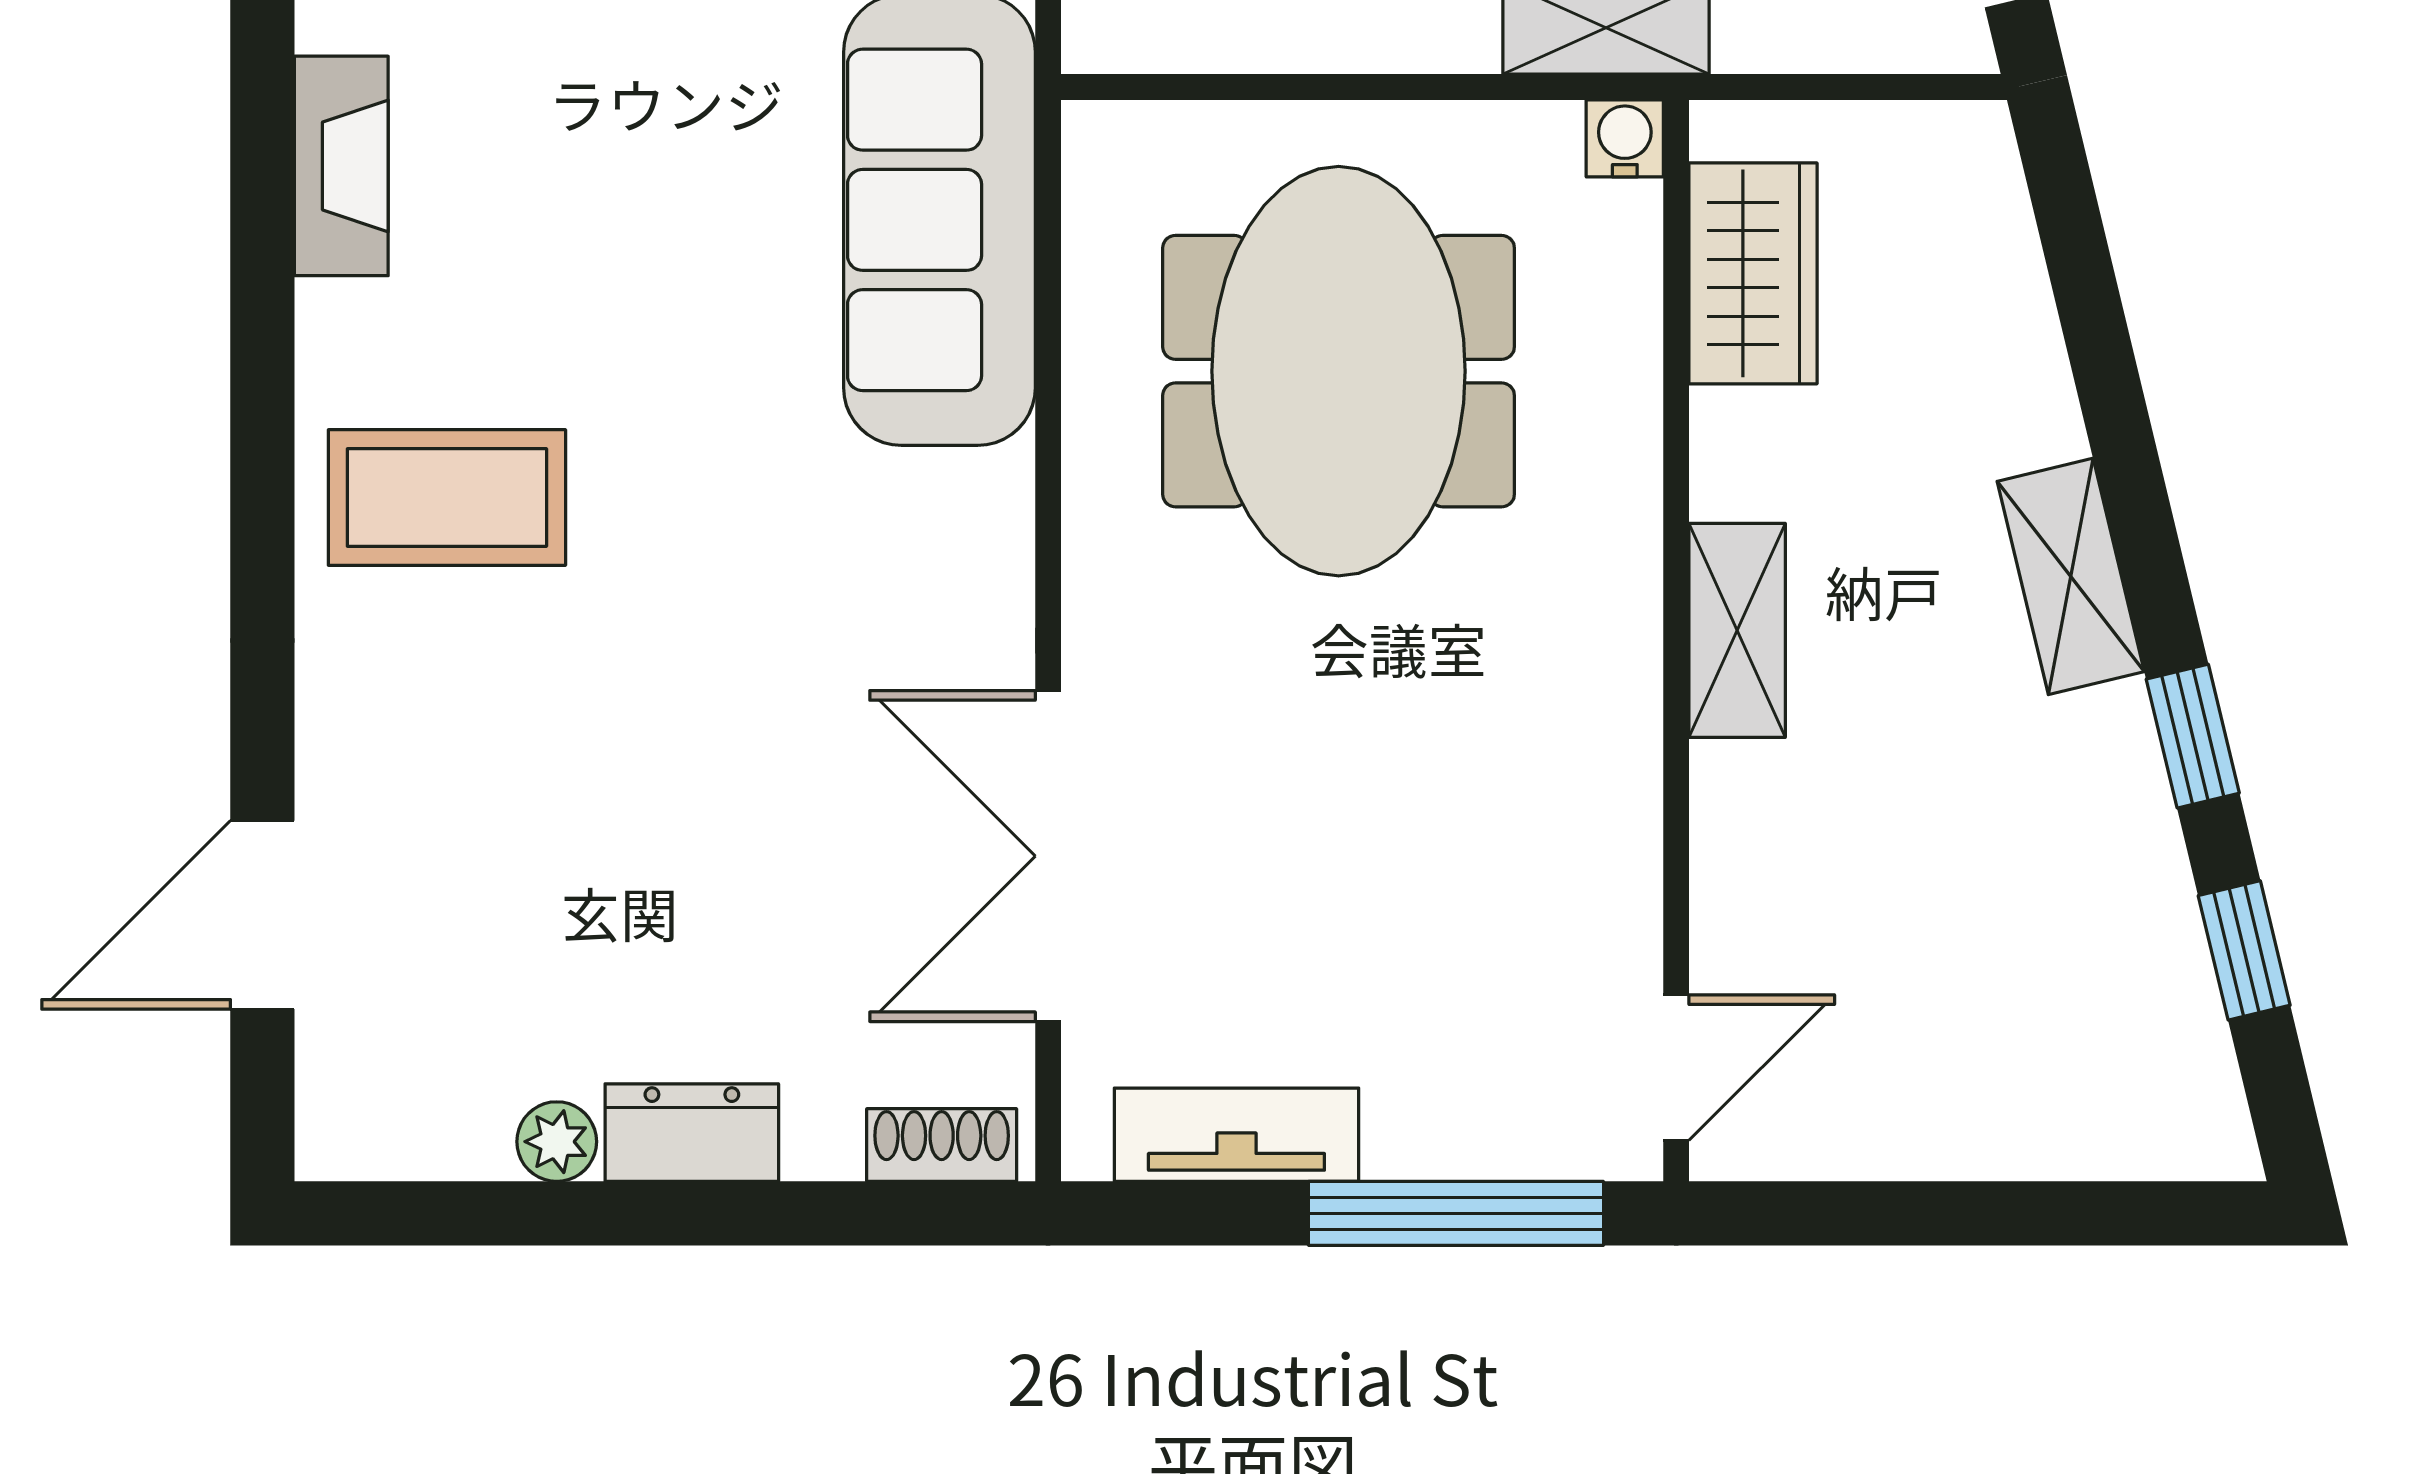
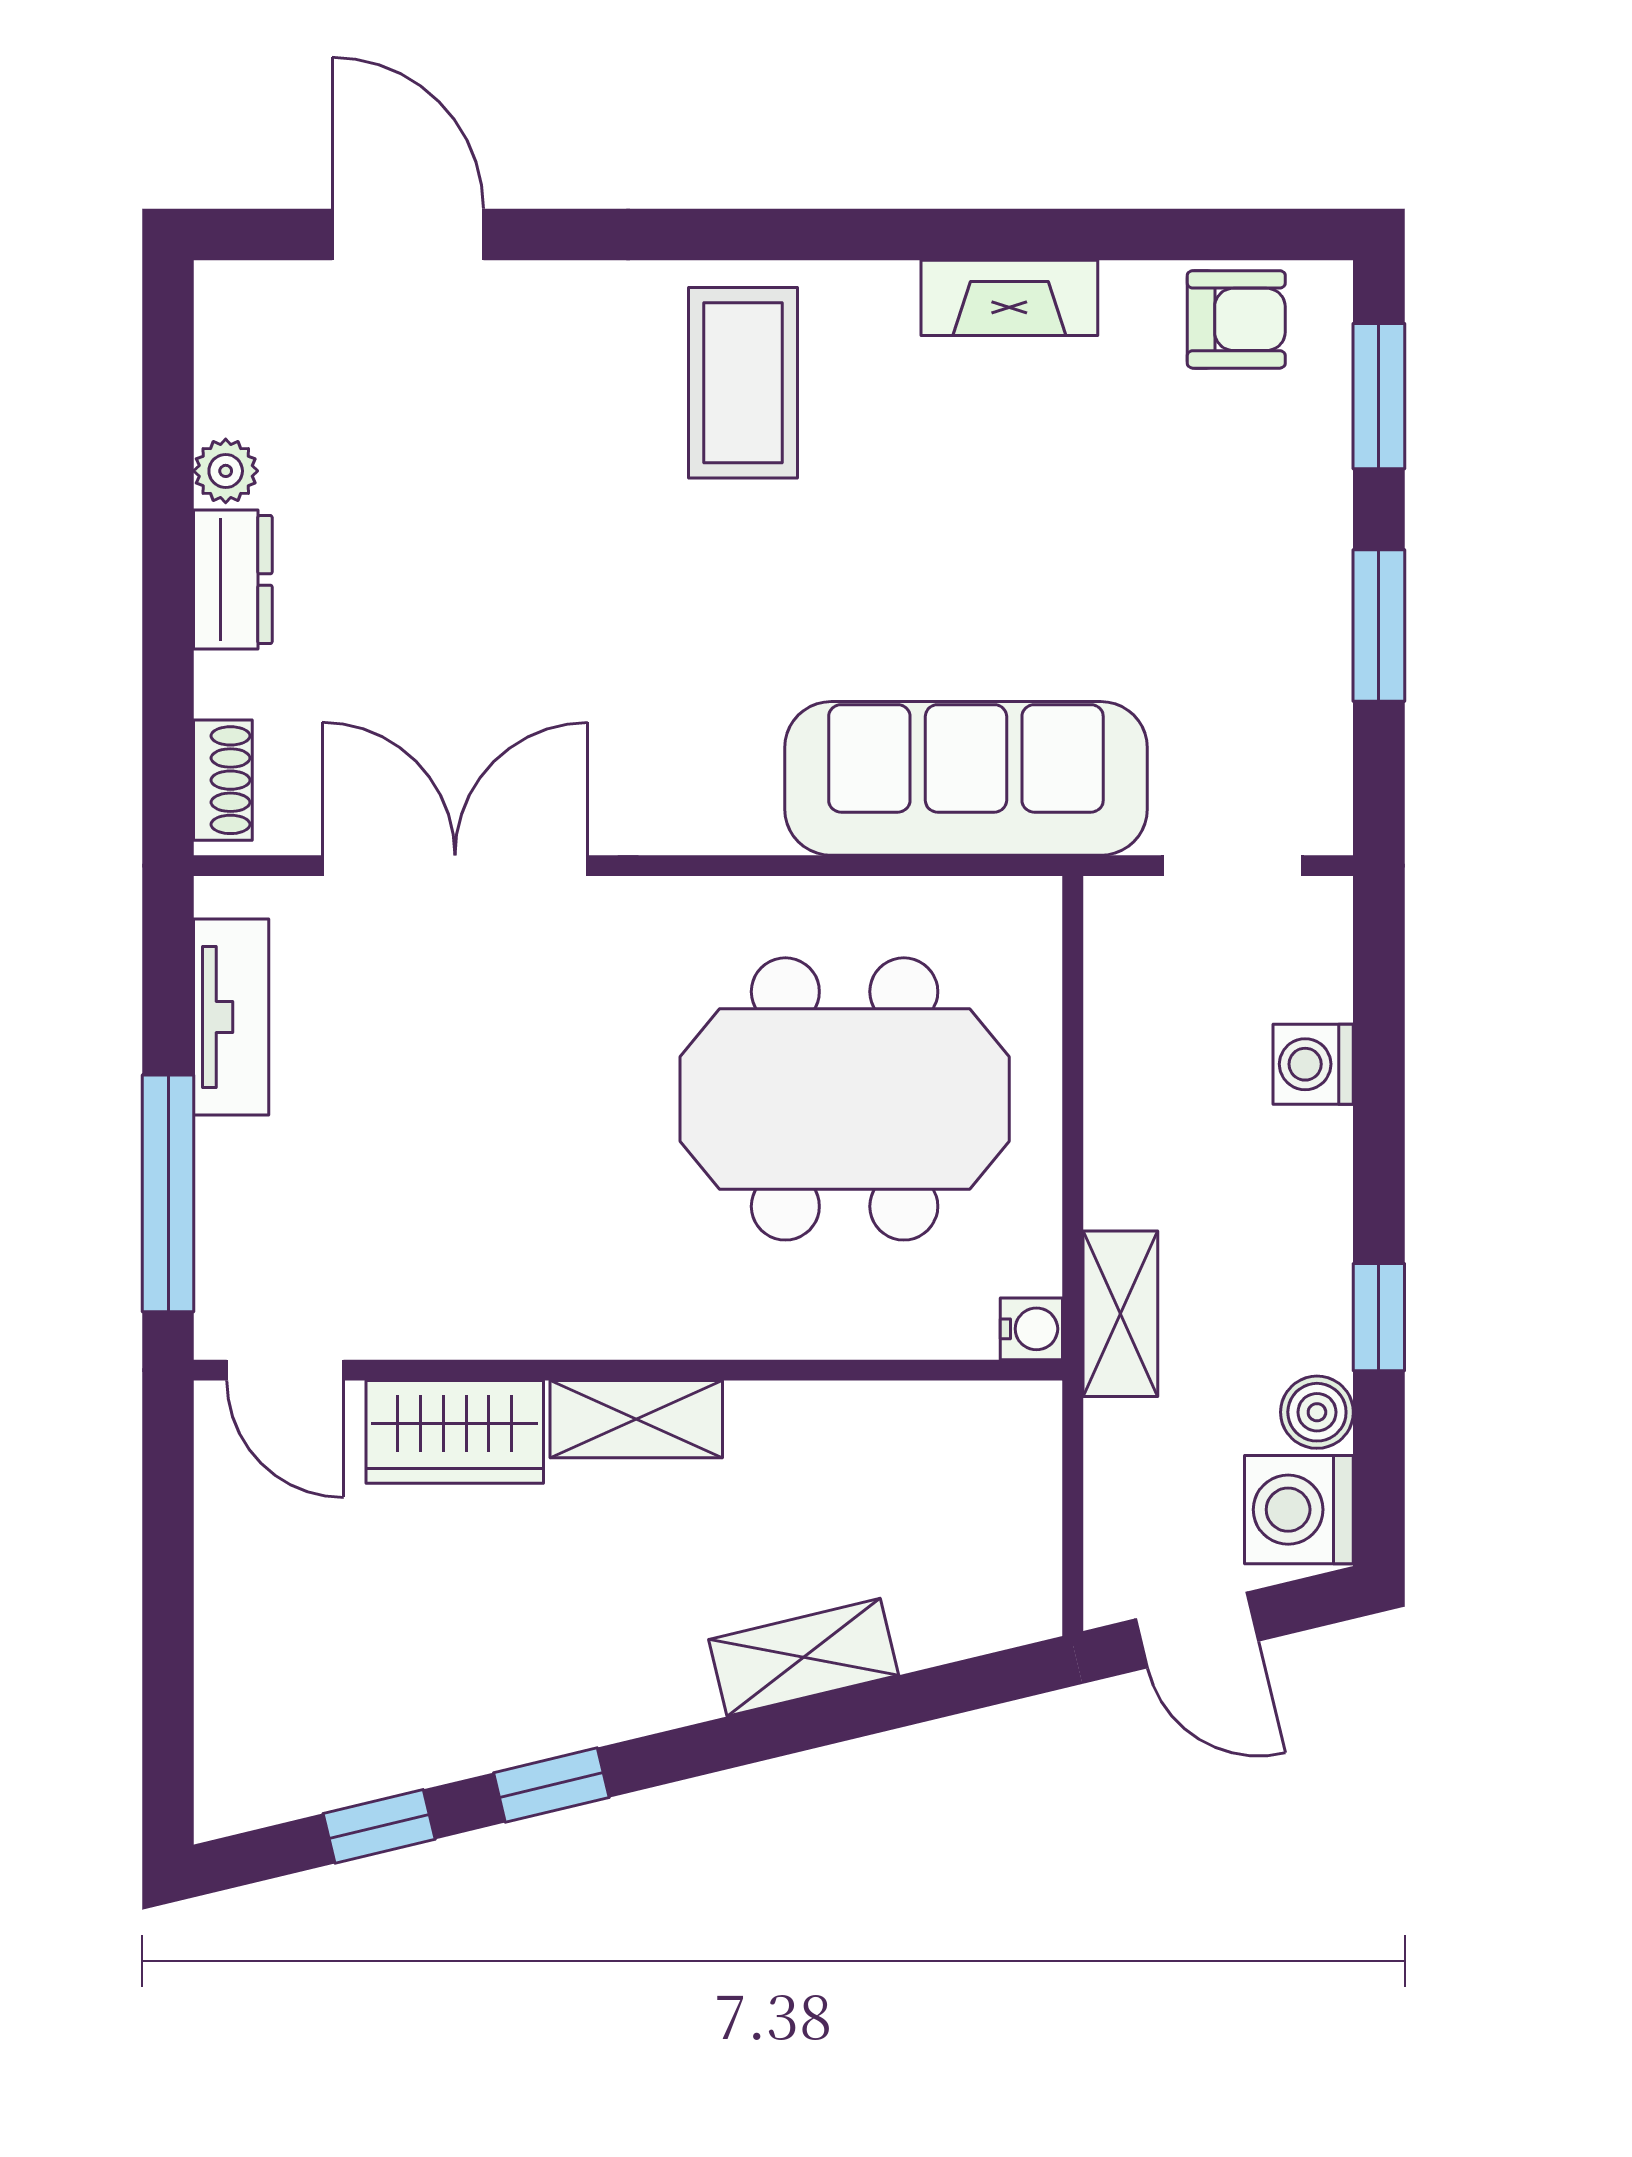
wardrobe: (1753, 273) -> (455, 1432), moved
shelving: (2071, 576) -> (804, 1657), moved

